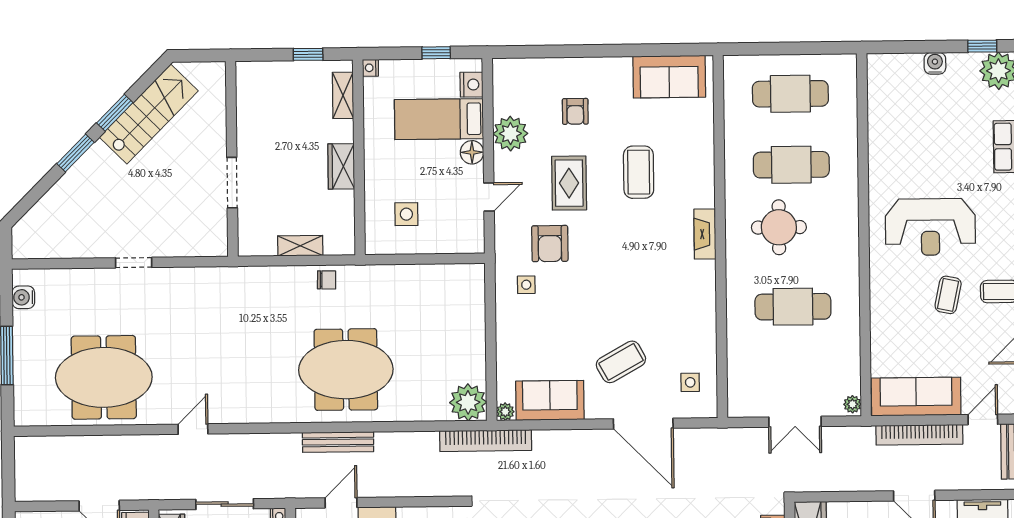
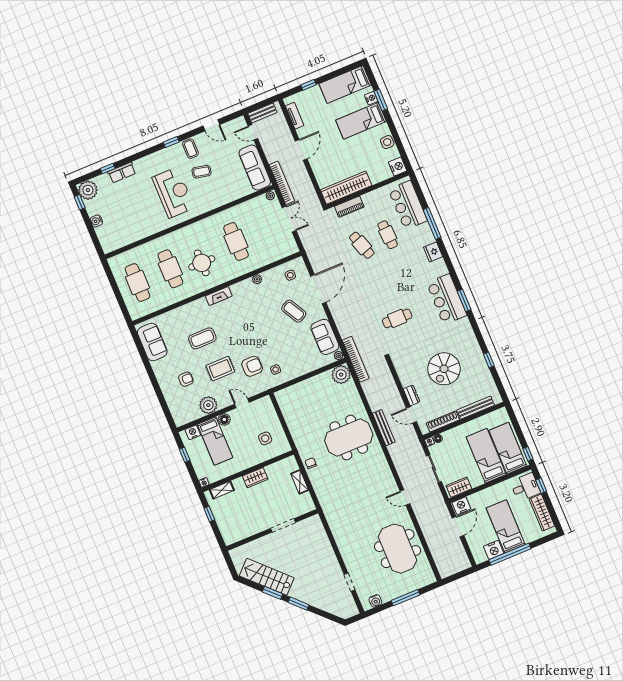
doorway: (134, 263) -> (349, 582), moved
plant: (707, 318) -> (257, 279), added
meeting table: (346, 370) -> (349, 438), turned 90
bookcase: (919, 435) -> (282, 183), moved

